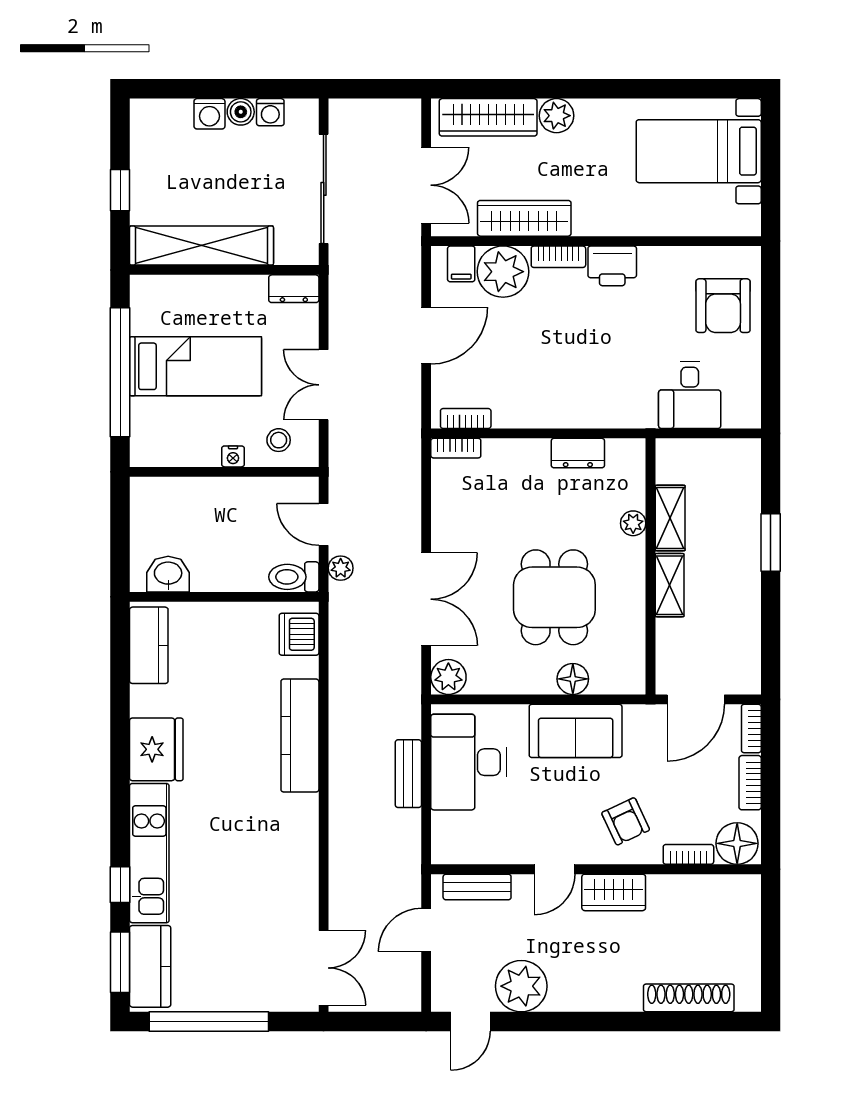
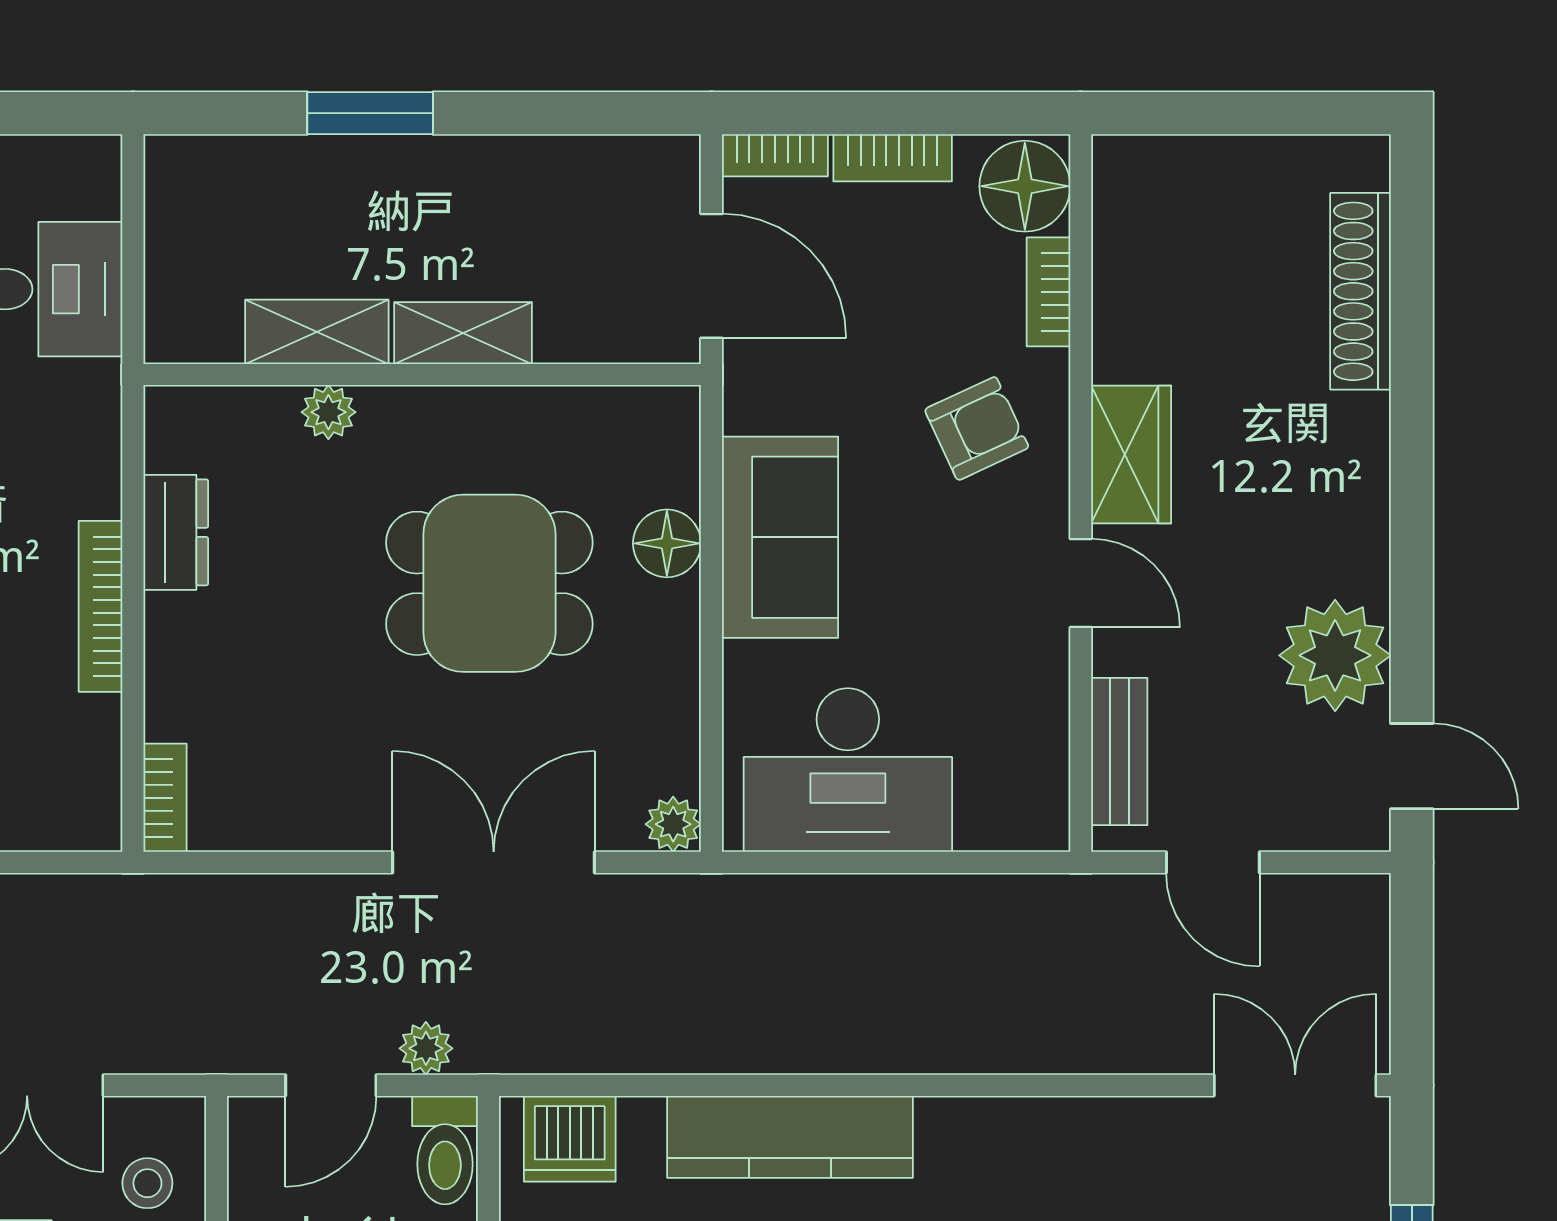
bookcase: (466, 419) -> (101, 606), moved, width x1.56
plant: (448, 677) -> (673, 824), width x0.73, depth x0.73
bench: (408, 774) -> (873, 901), removed

